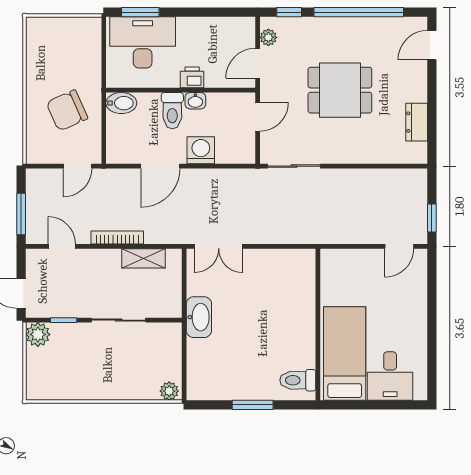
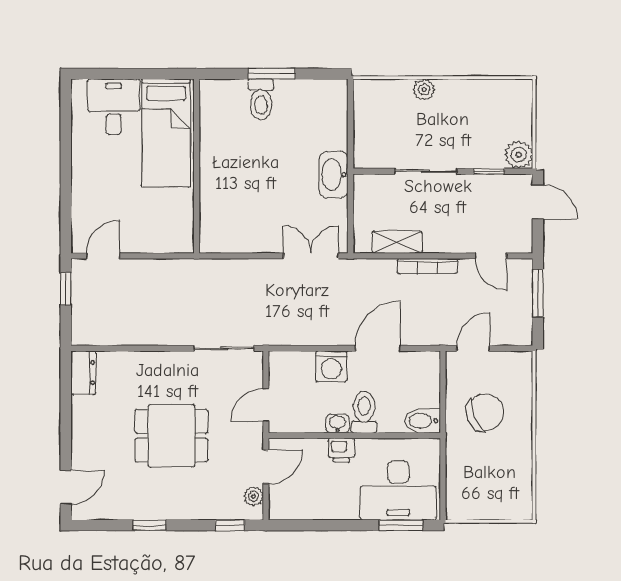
window: (359, 12) -> (150, 525), width x0.32
dresser: (417, 122) -> (83, 373), moved
toilet: (298, 380) -> (261, 99), moved, turned 90
plant: (169, 391) -> (424, 90), moved

